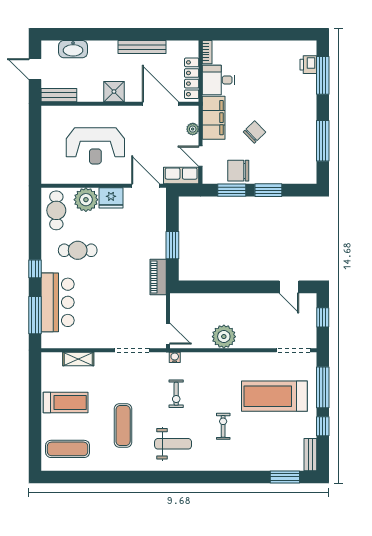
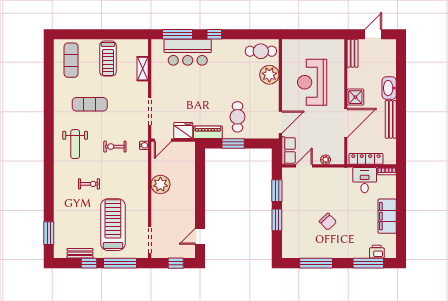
washbasin: (73, 49) -> (389, 88), moved
door: (160, 104) -> (346, 123), moved
filing cabinet: (214, 118) -> (387, 216), moved, turned 90
chair: (254, 132) -> (328, 222), moved
chair: (238, 171) -> (292, 196), removed
fridge: (111, 198) -> (183, 130), moved, turned 90
cafe table: (78, 250) -> (237, 117), moved
bench: (310, 455) -> (80, 253), moved

